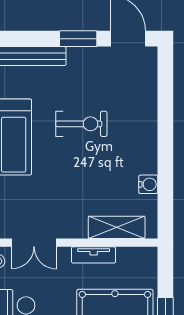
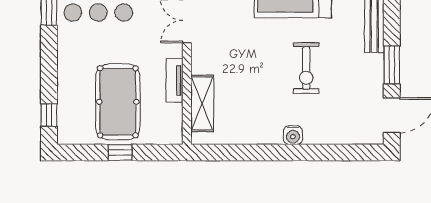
water cooler: (148, 184) -> (293, 135), moved

